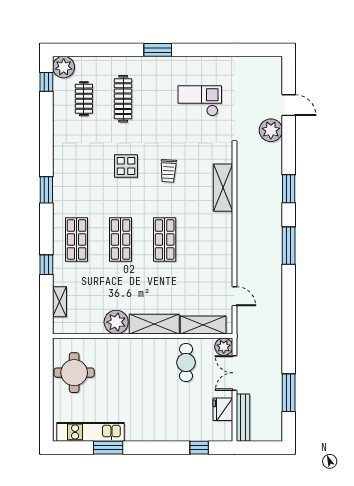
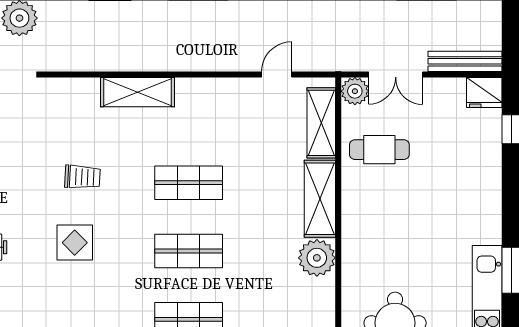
shelving: (223, 188) -> (138, 92), moved
fridge: (223, 409) -> (484, 93), moved

